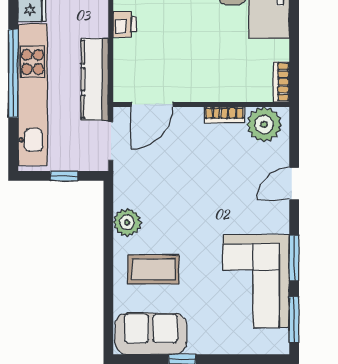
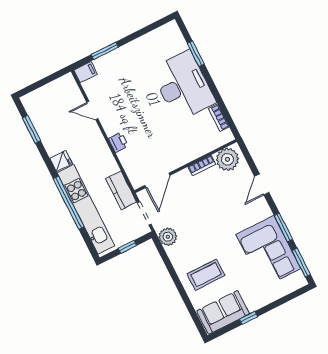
kitchen counter: (95, 79) -> (121, 190), width x0.67
bookcase: (281, 82) -> (219, 118), moved
plant: (127, 222) -> (168, 237), moved

